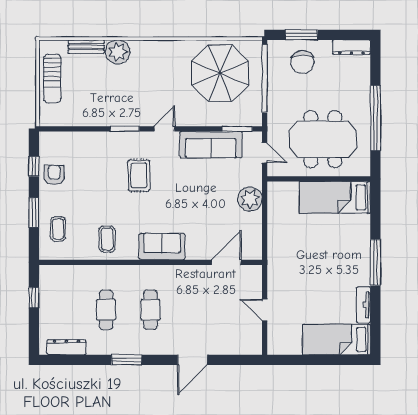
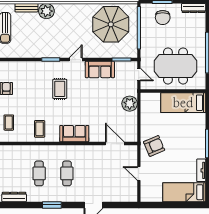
sofa: (211, 145) -> (100, 69), width x0.73
door: (226, 262) -> (115, 144), hinge flipped
armchair: (289, 266) -> (154, 146), added

